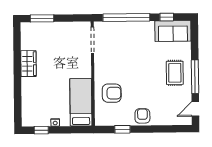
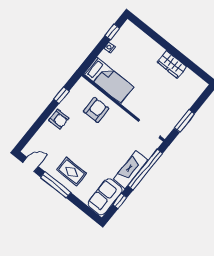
window: (42, 18) -> (184, 121), moved
fireplace: (136, 29) -> (131, 170), added
armchair: (112, 93) -> (96, 110), turned 180
door: (195, 109) -> (31, 165), hinge flipped

